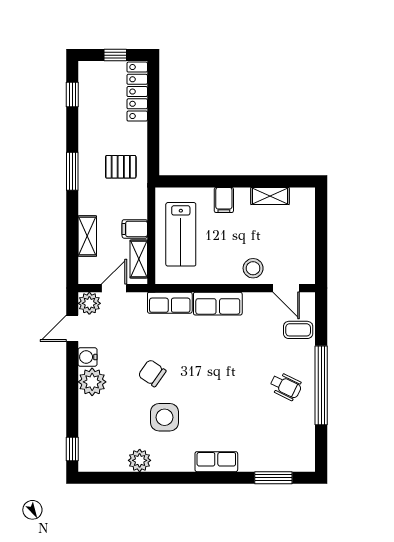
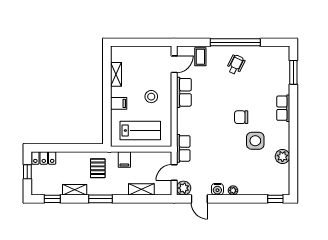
locker: (137, 92) -> (44, 158), width x0.66
filing cabinet: (135, 229) -> (124, 159), moved
shelving: (139, 259) -> (75, 190), moved
stool: (253, 268) -> (151, 97), moved
door: (114, 288) -> (174, 173), hinge flipped
row of seats: (170, 303) -> (183, 148), moved
row of seats: (218, 304) -> (184, 92), moved
chair: (152, 373) -> (241, 117), moved, turned 55
plant: (92, 382) -> (233, 190), width x0.53, depth x0.53

